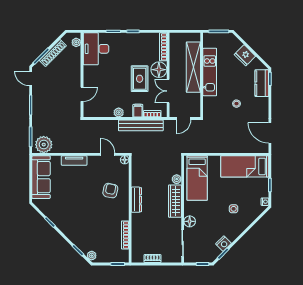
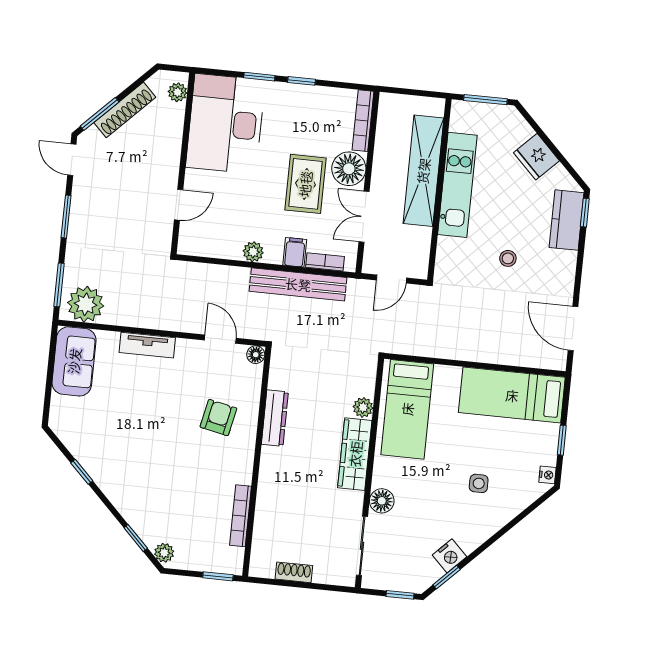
desk: (96, 49) -> (225, 124), width x1.36, depth x1.30
sofa: (41, 177) -> (74, 361), width x0.73
dresser: (136, 200) -> (275, 418), moved

